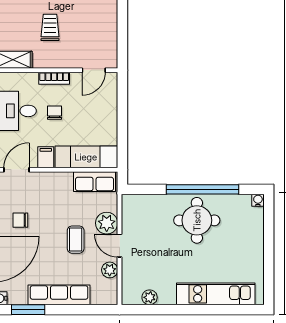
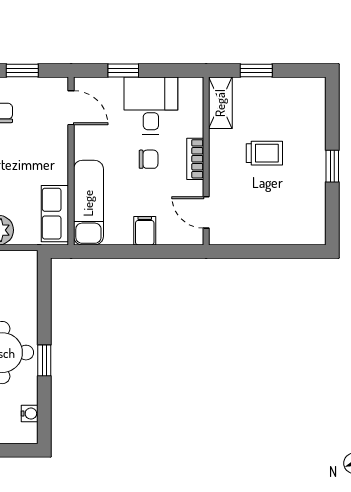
filing cabinet: (46, 157) -> (145, 231), moved, turned -90
window: (203, 189) -> (44, 360), width x0.32
water cooler: (258, 200) -> (30, 414), moved

